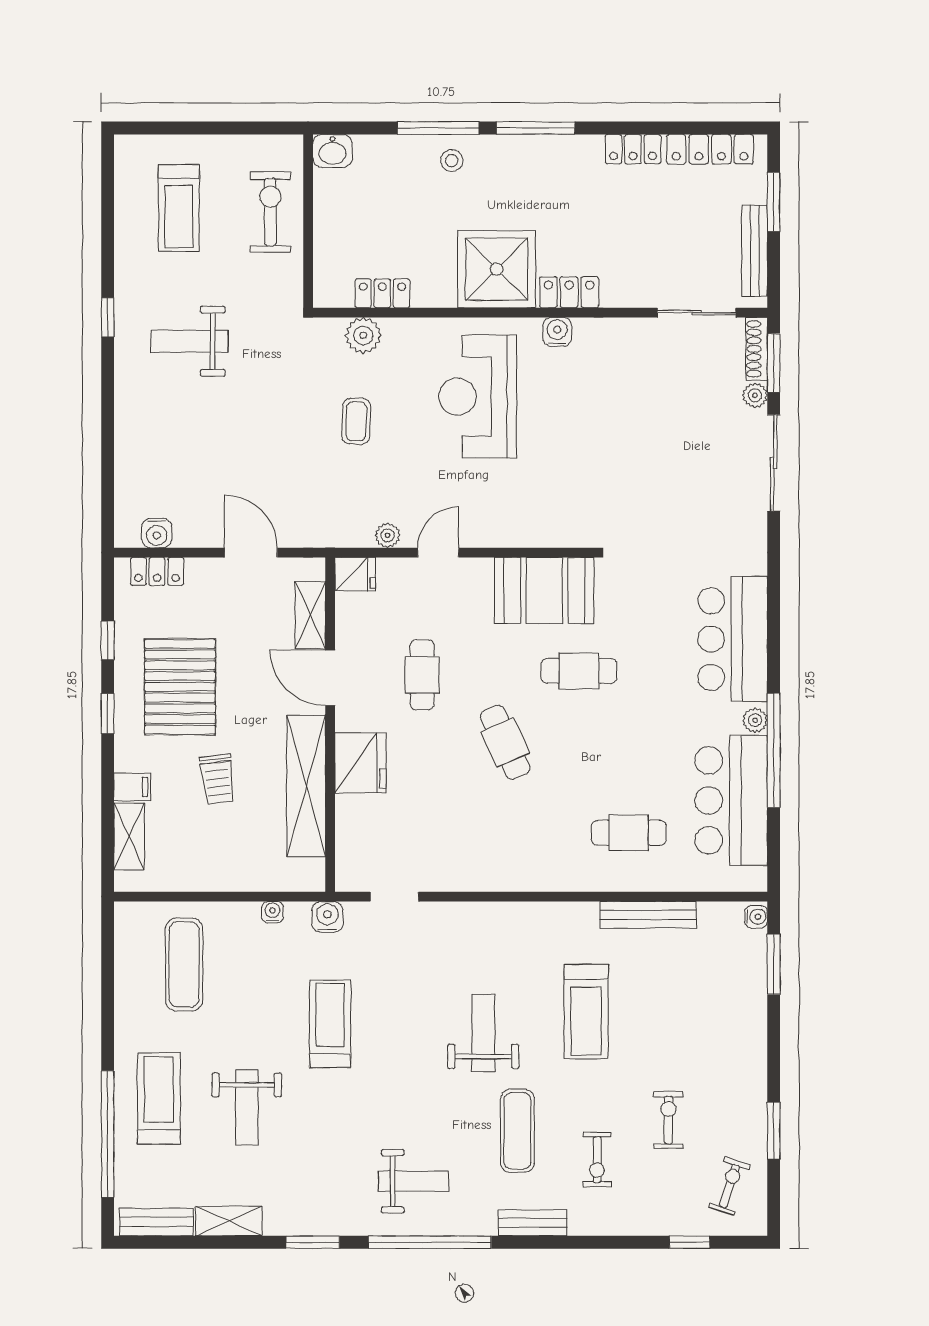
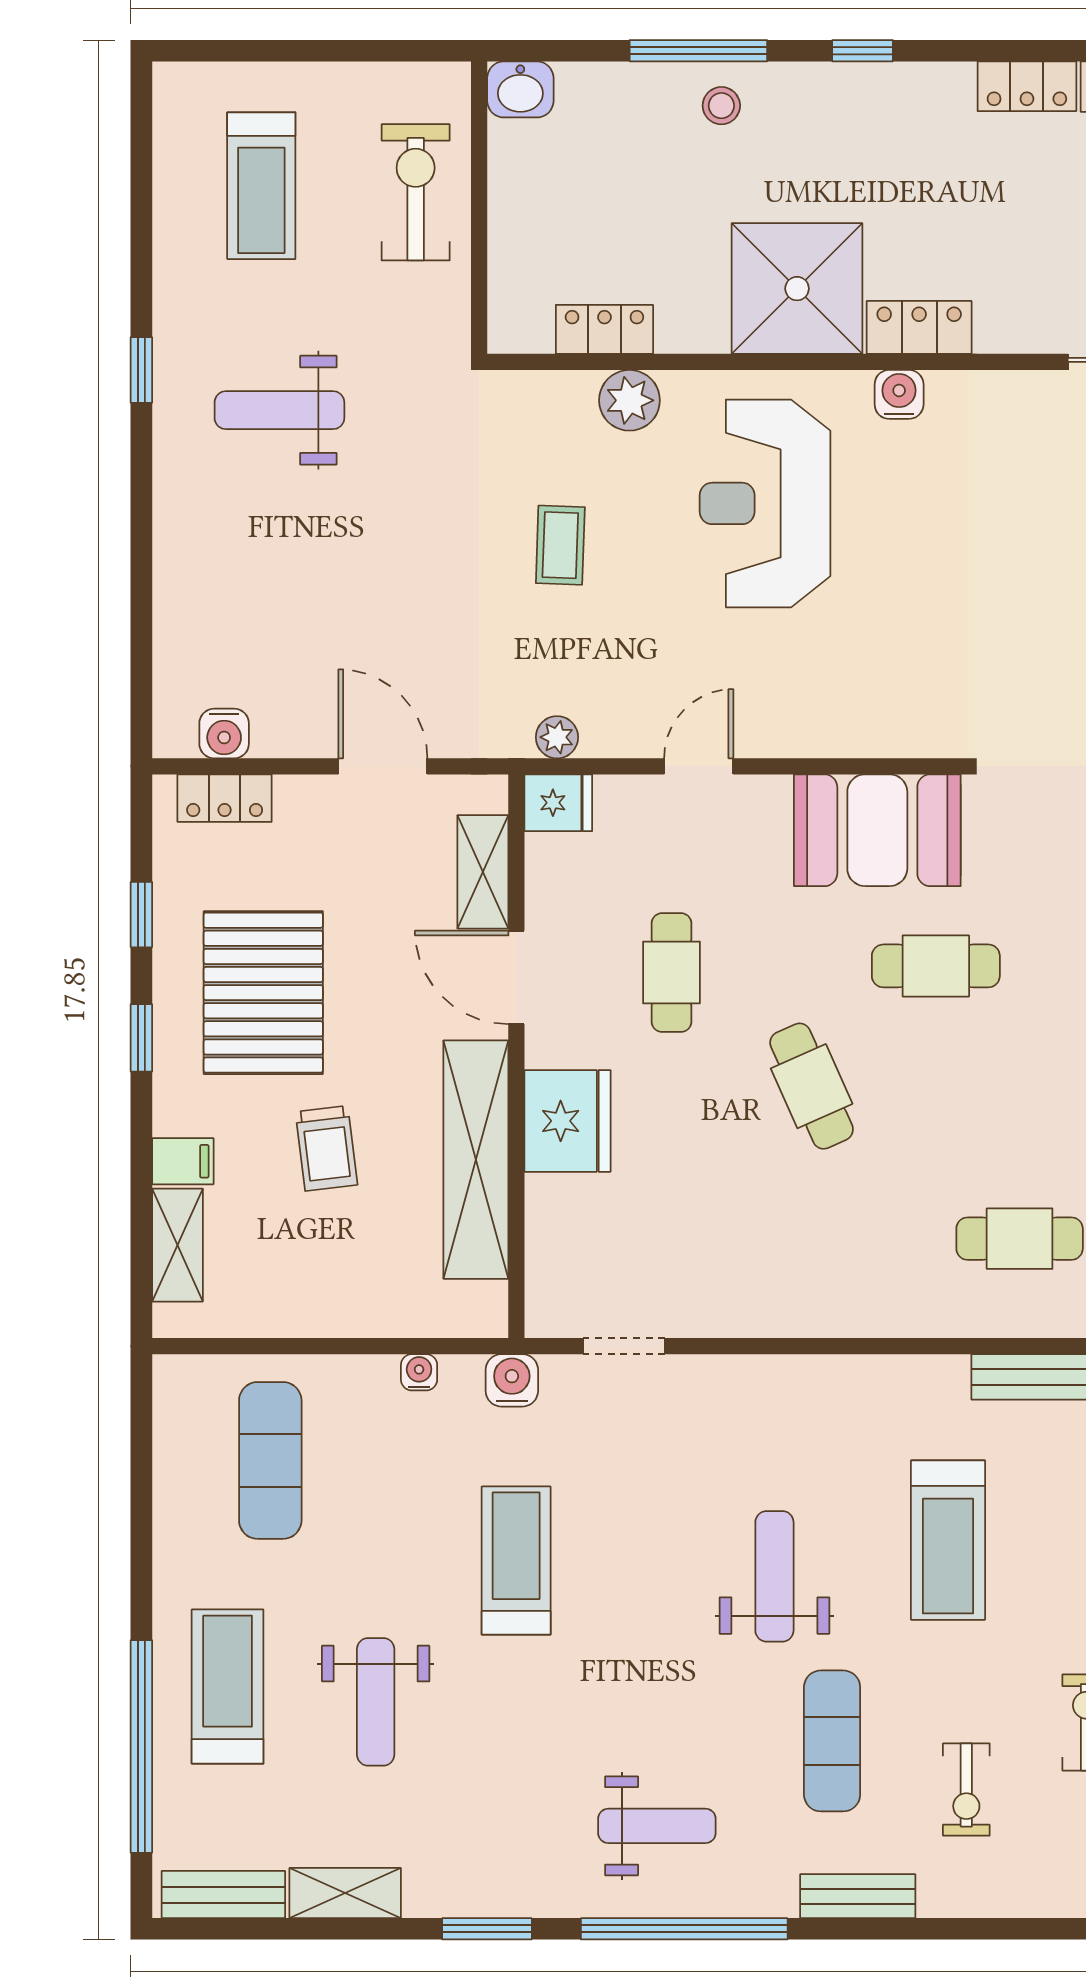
window: (536, 128) -> (863, 51), width x0.46
plant: (363, 335) -> (629, 400), moved
plant: (388, 535) -> (557, 737), moved

